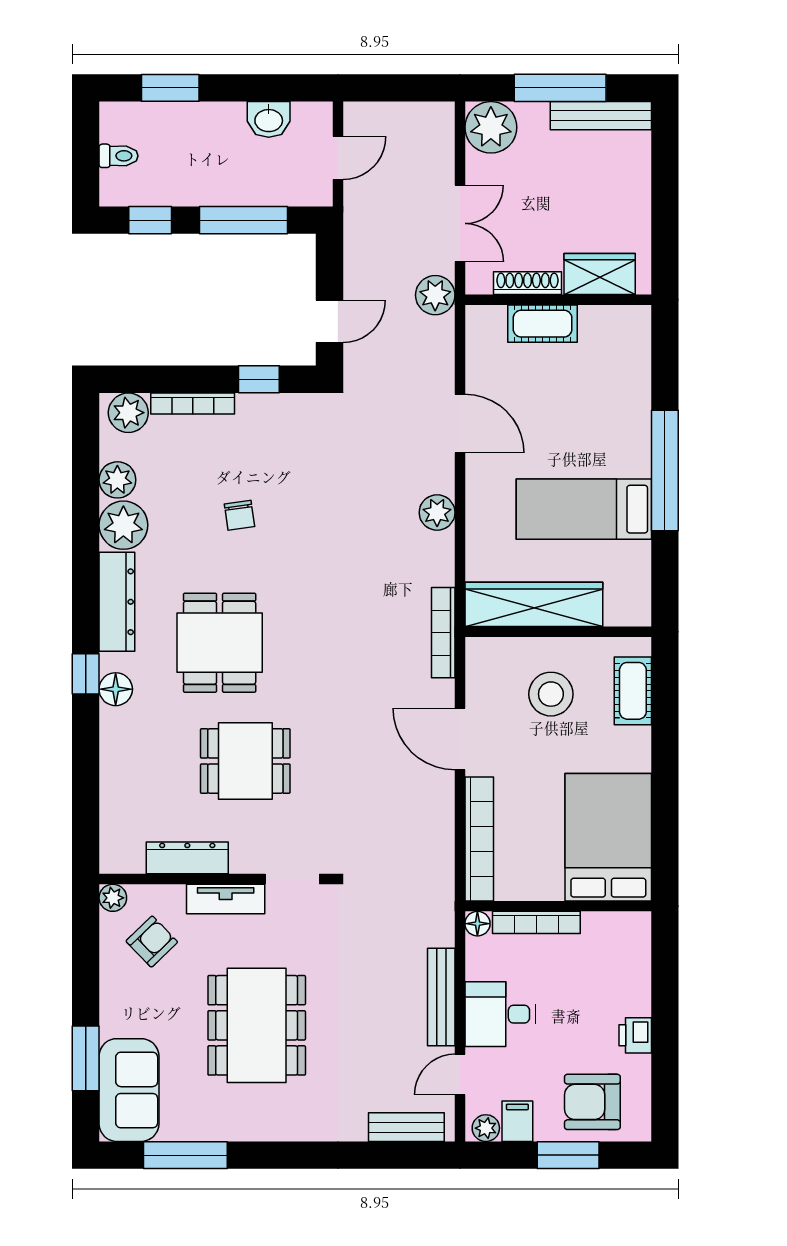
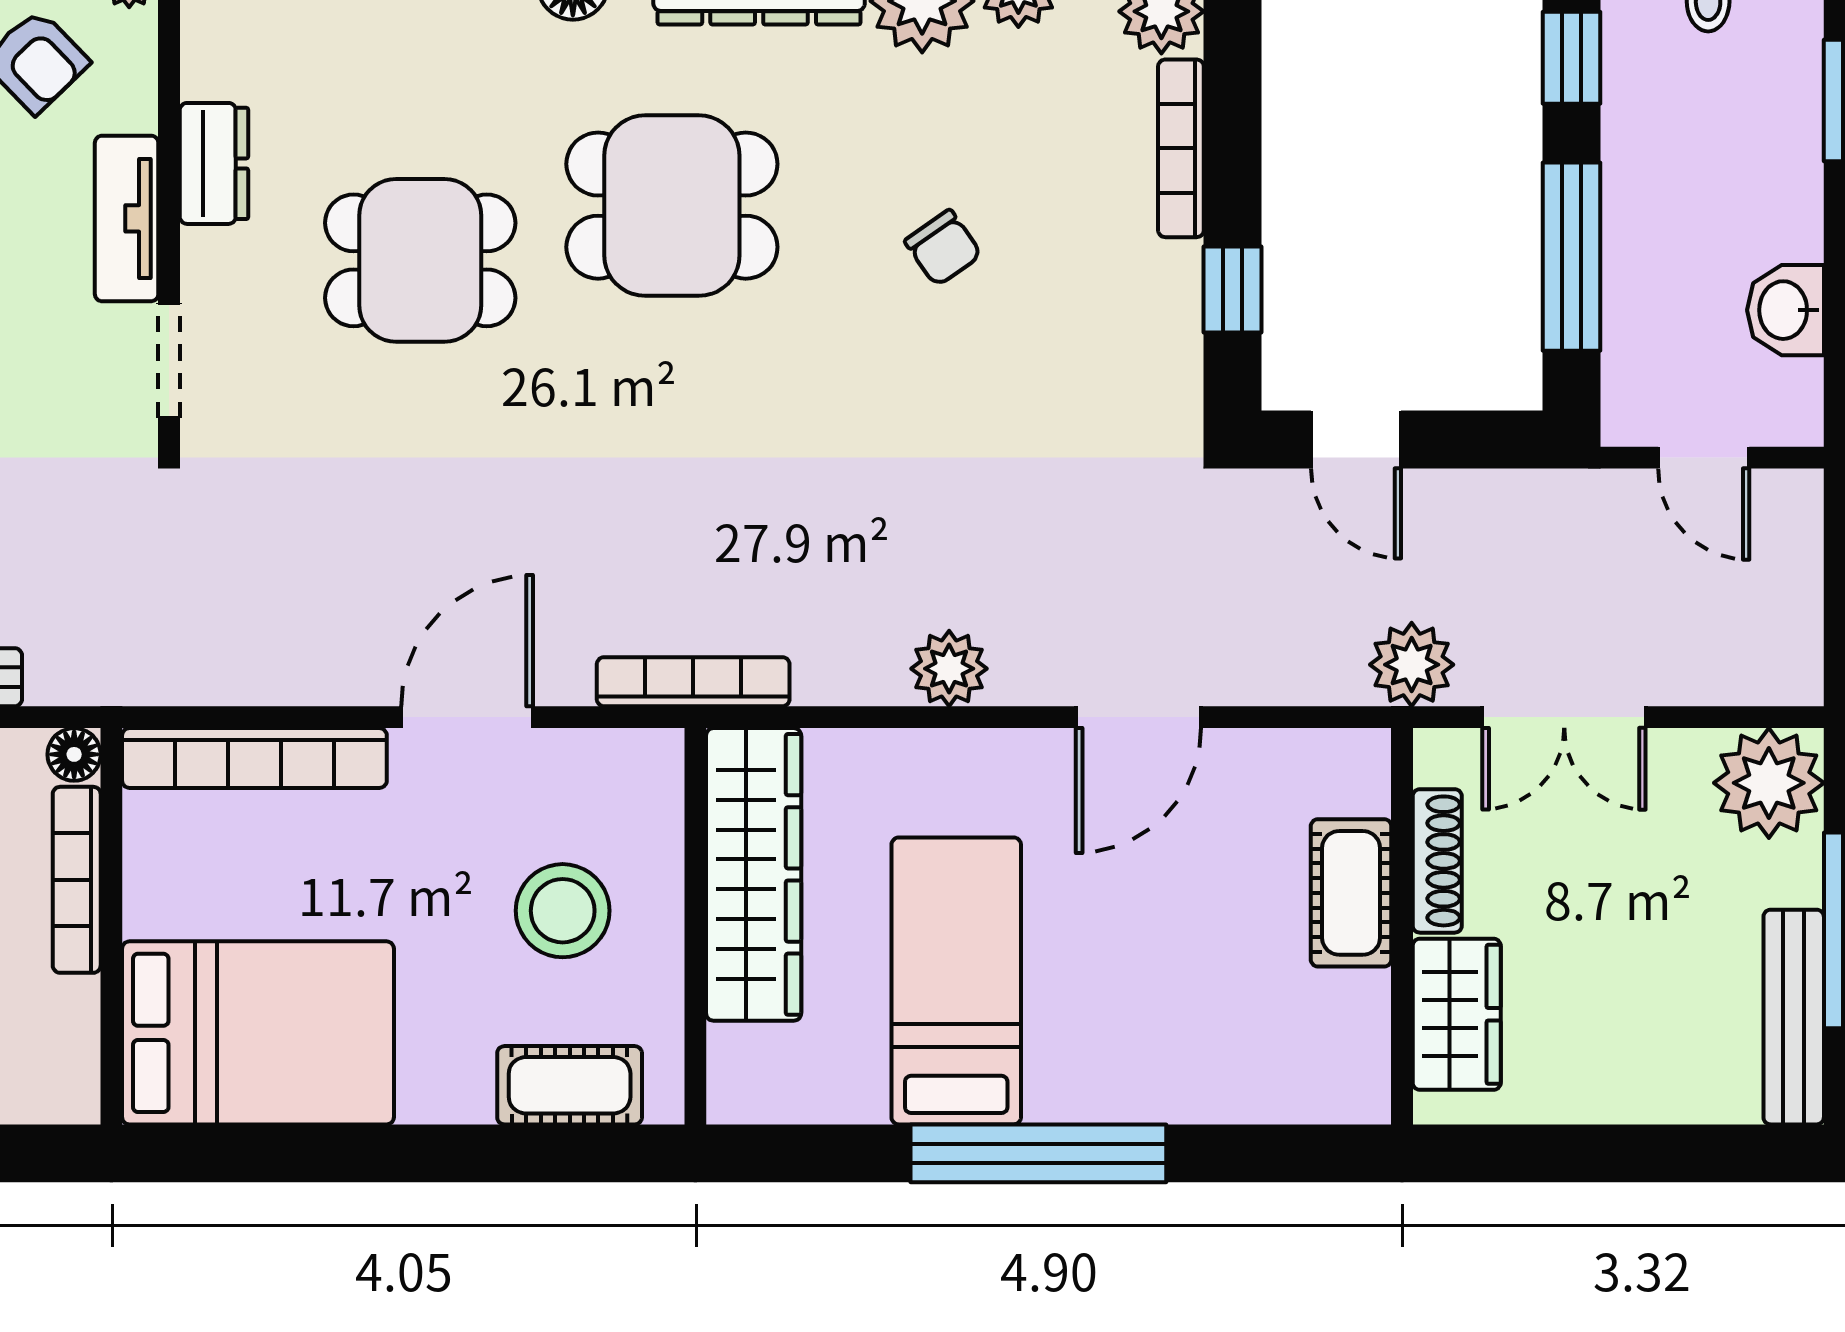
chair: (239, 515) -> (943, 248), turned -117
dining table: (245, 761) -> (420, 260), turned 90
dresser: (187, 858) -> (214, 163), width x0.70

